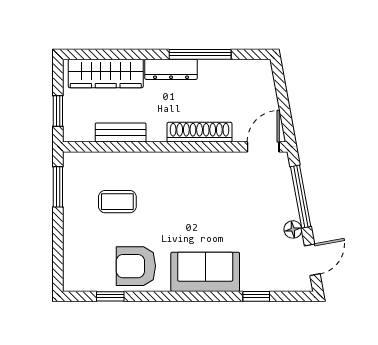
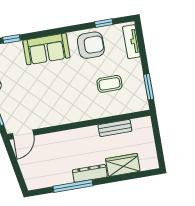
wardrobe: (106, 73) -> (123, 165), width x0.67
window: (58, 111) -> (157, 135), removed
shoe rack: (200, 132) -> (65, 137), removed
tv unit: (72, 261) -> (131, 42), added

